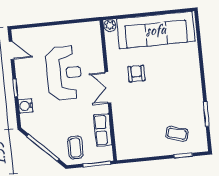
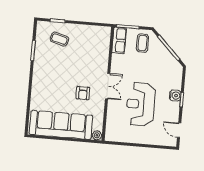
water cooler: (26, 106) -> (175, 95), moved
row of seats: (103, 130) -> (119, 40), moved

